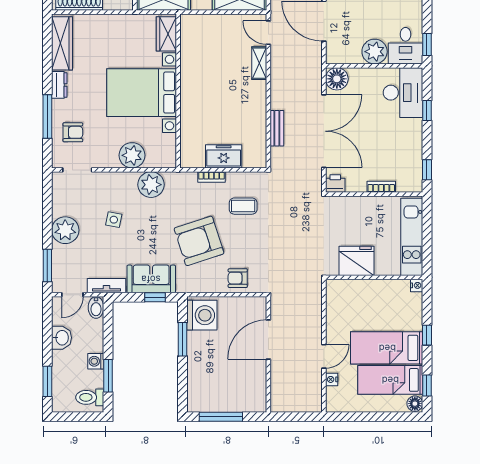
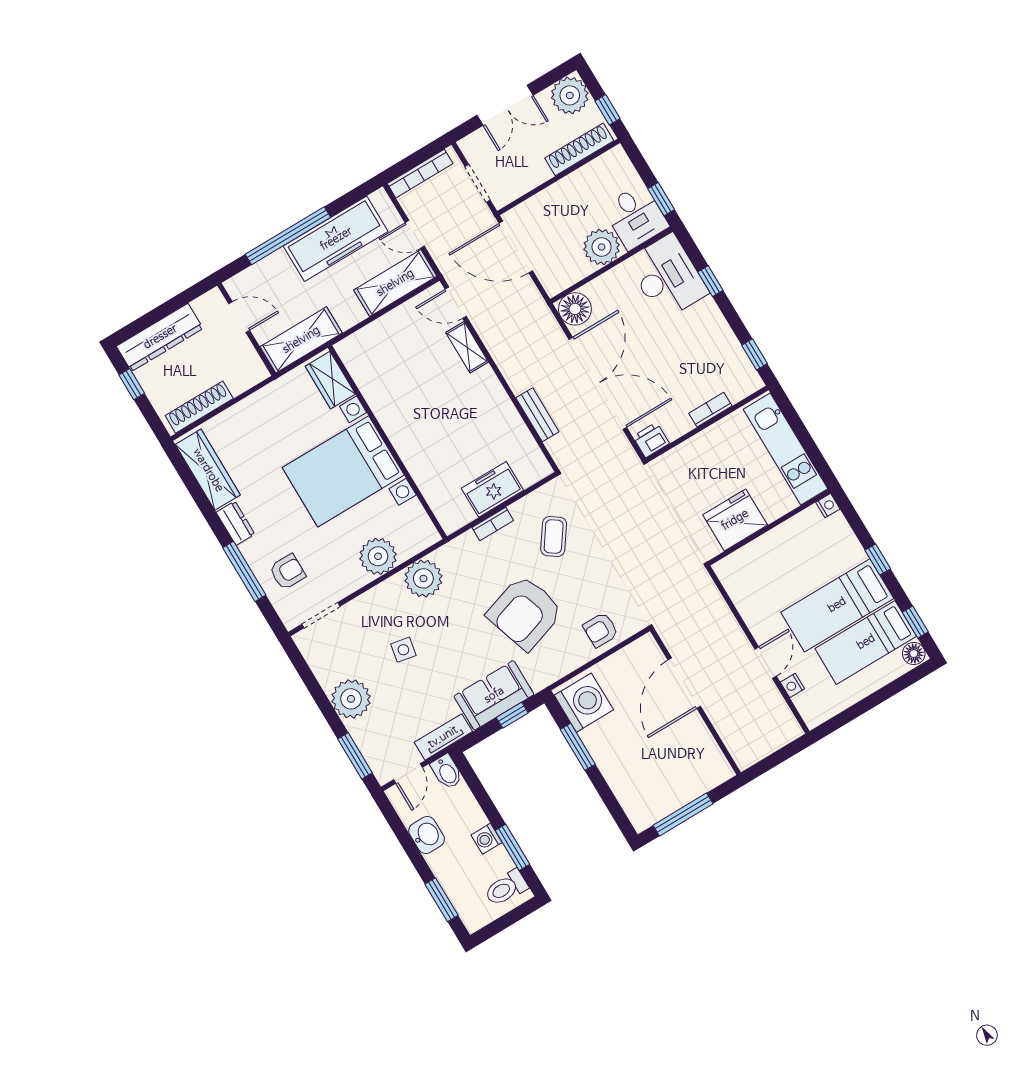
coffee table: (243, 206) -> (554, 537), turned -55

